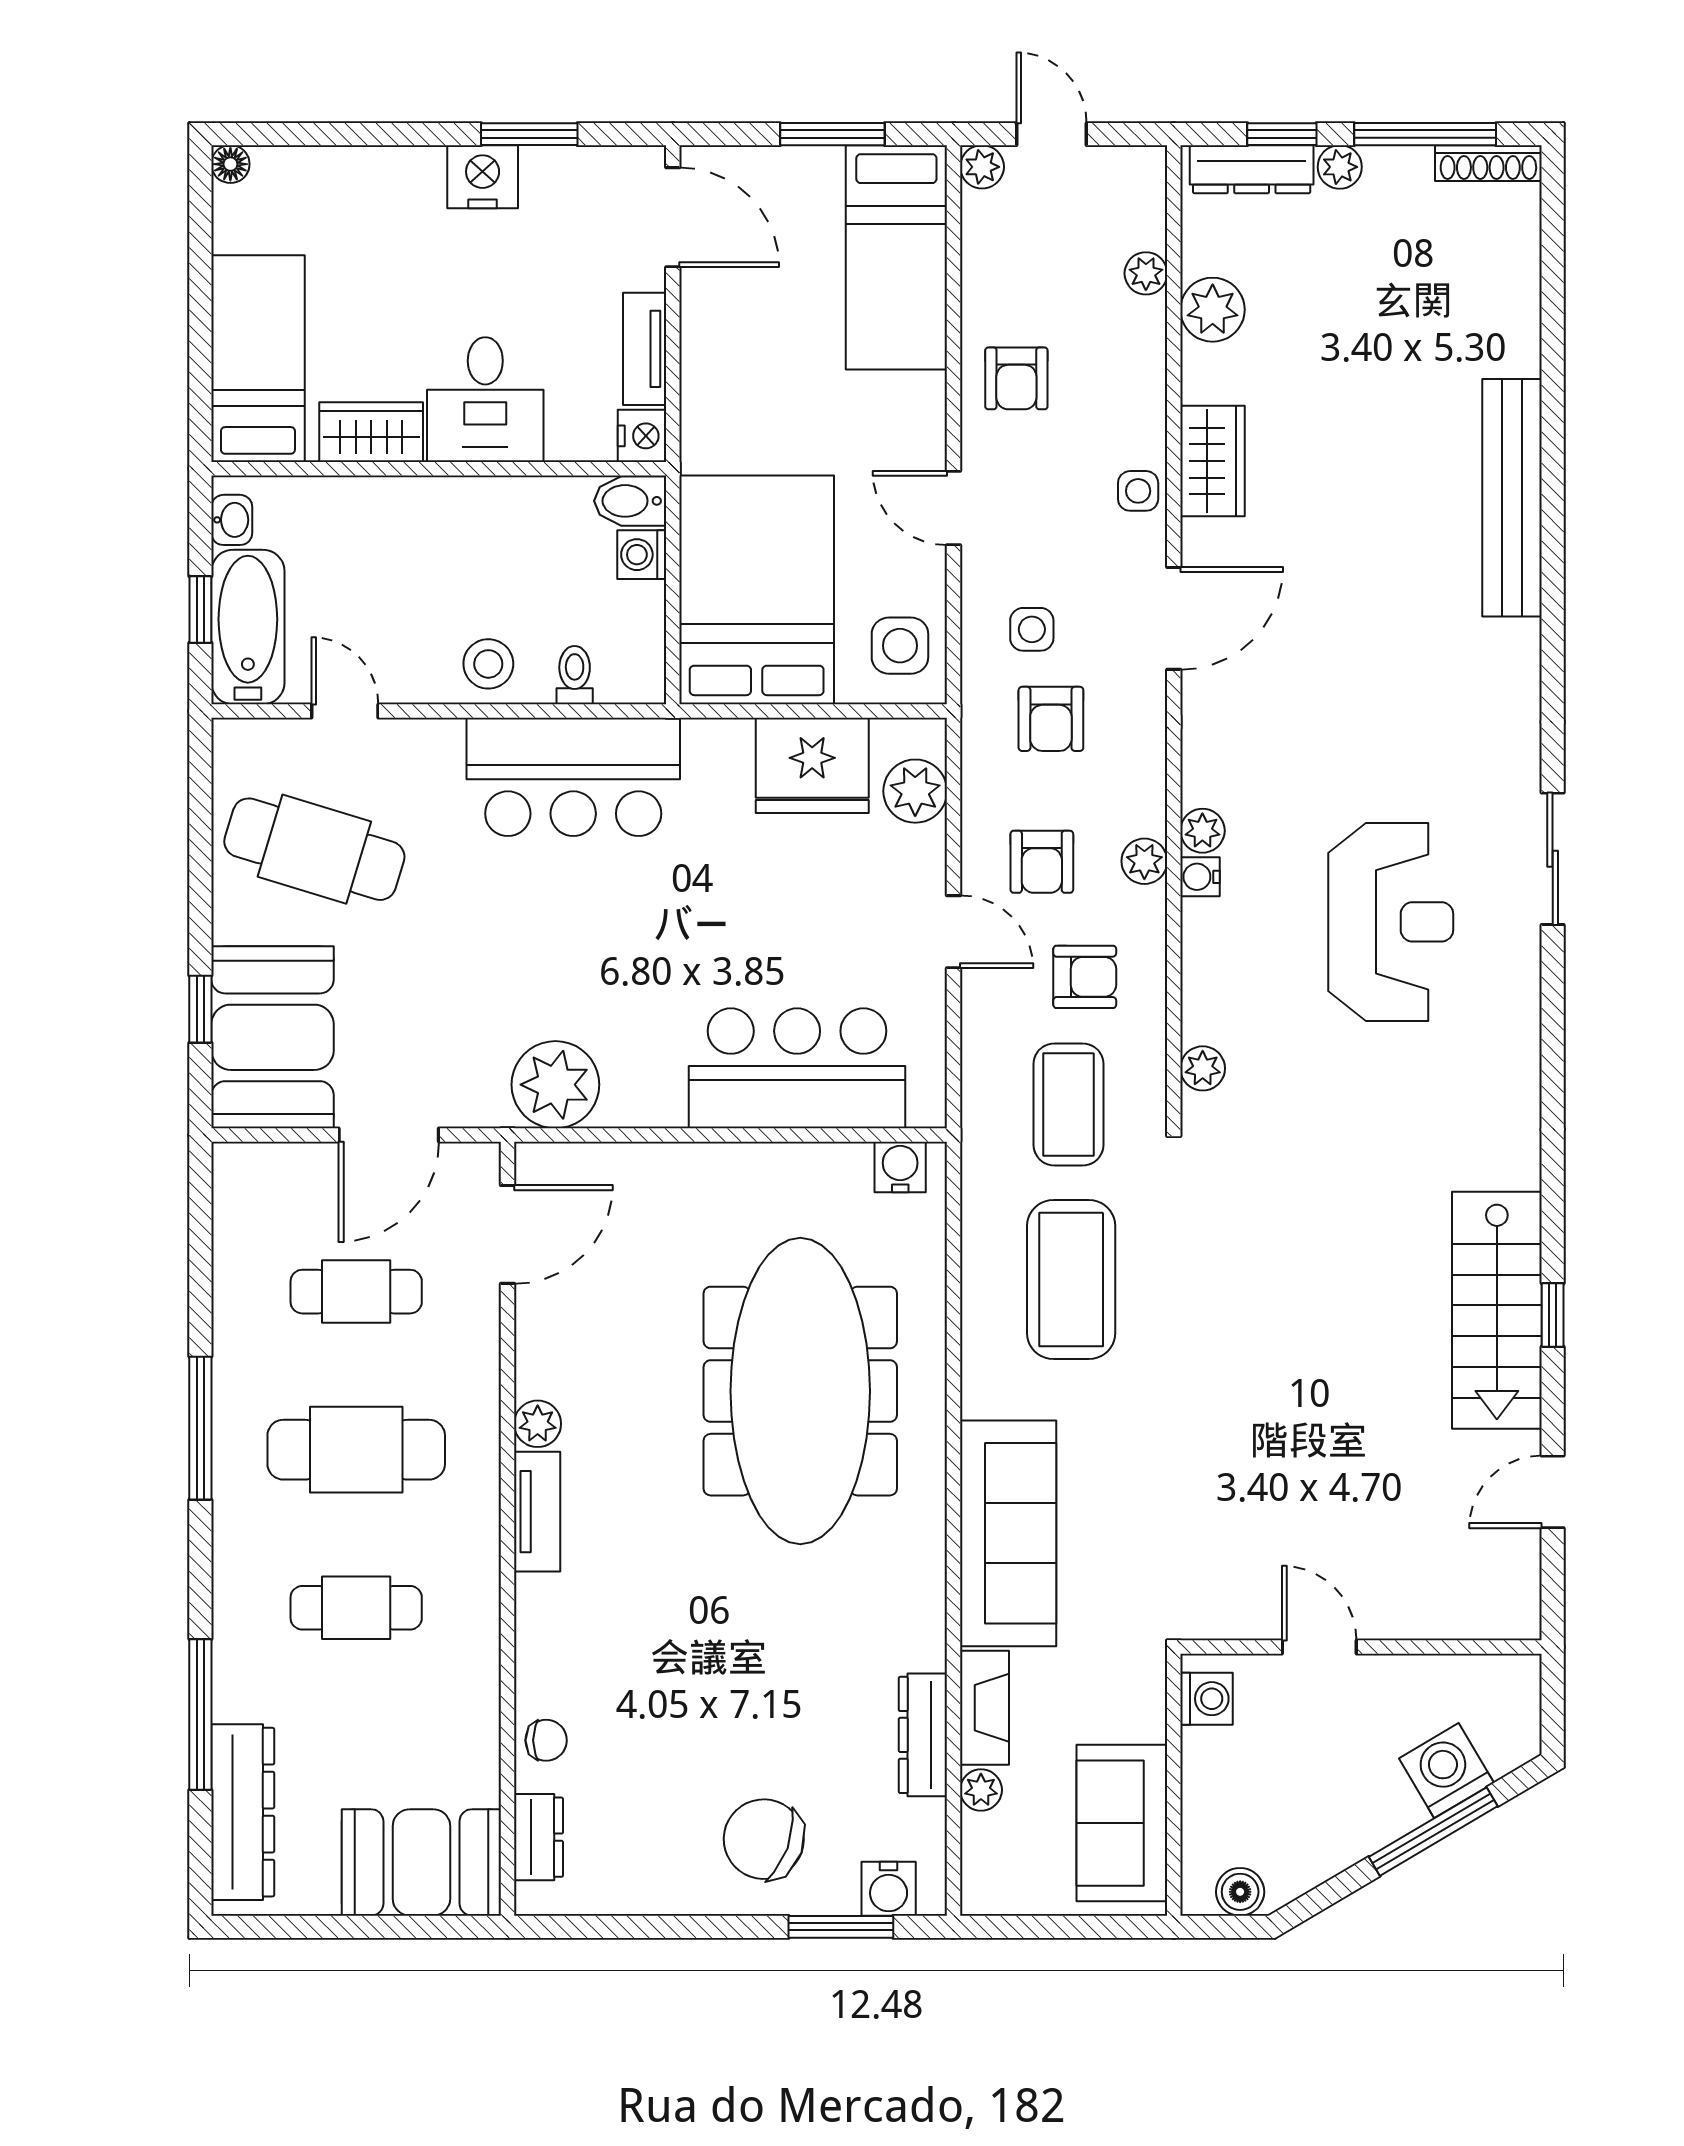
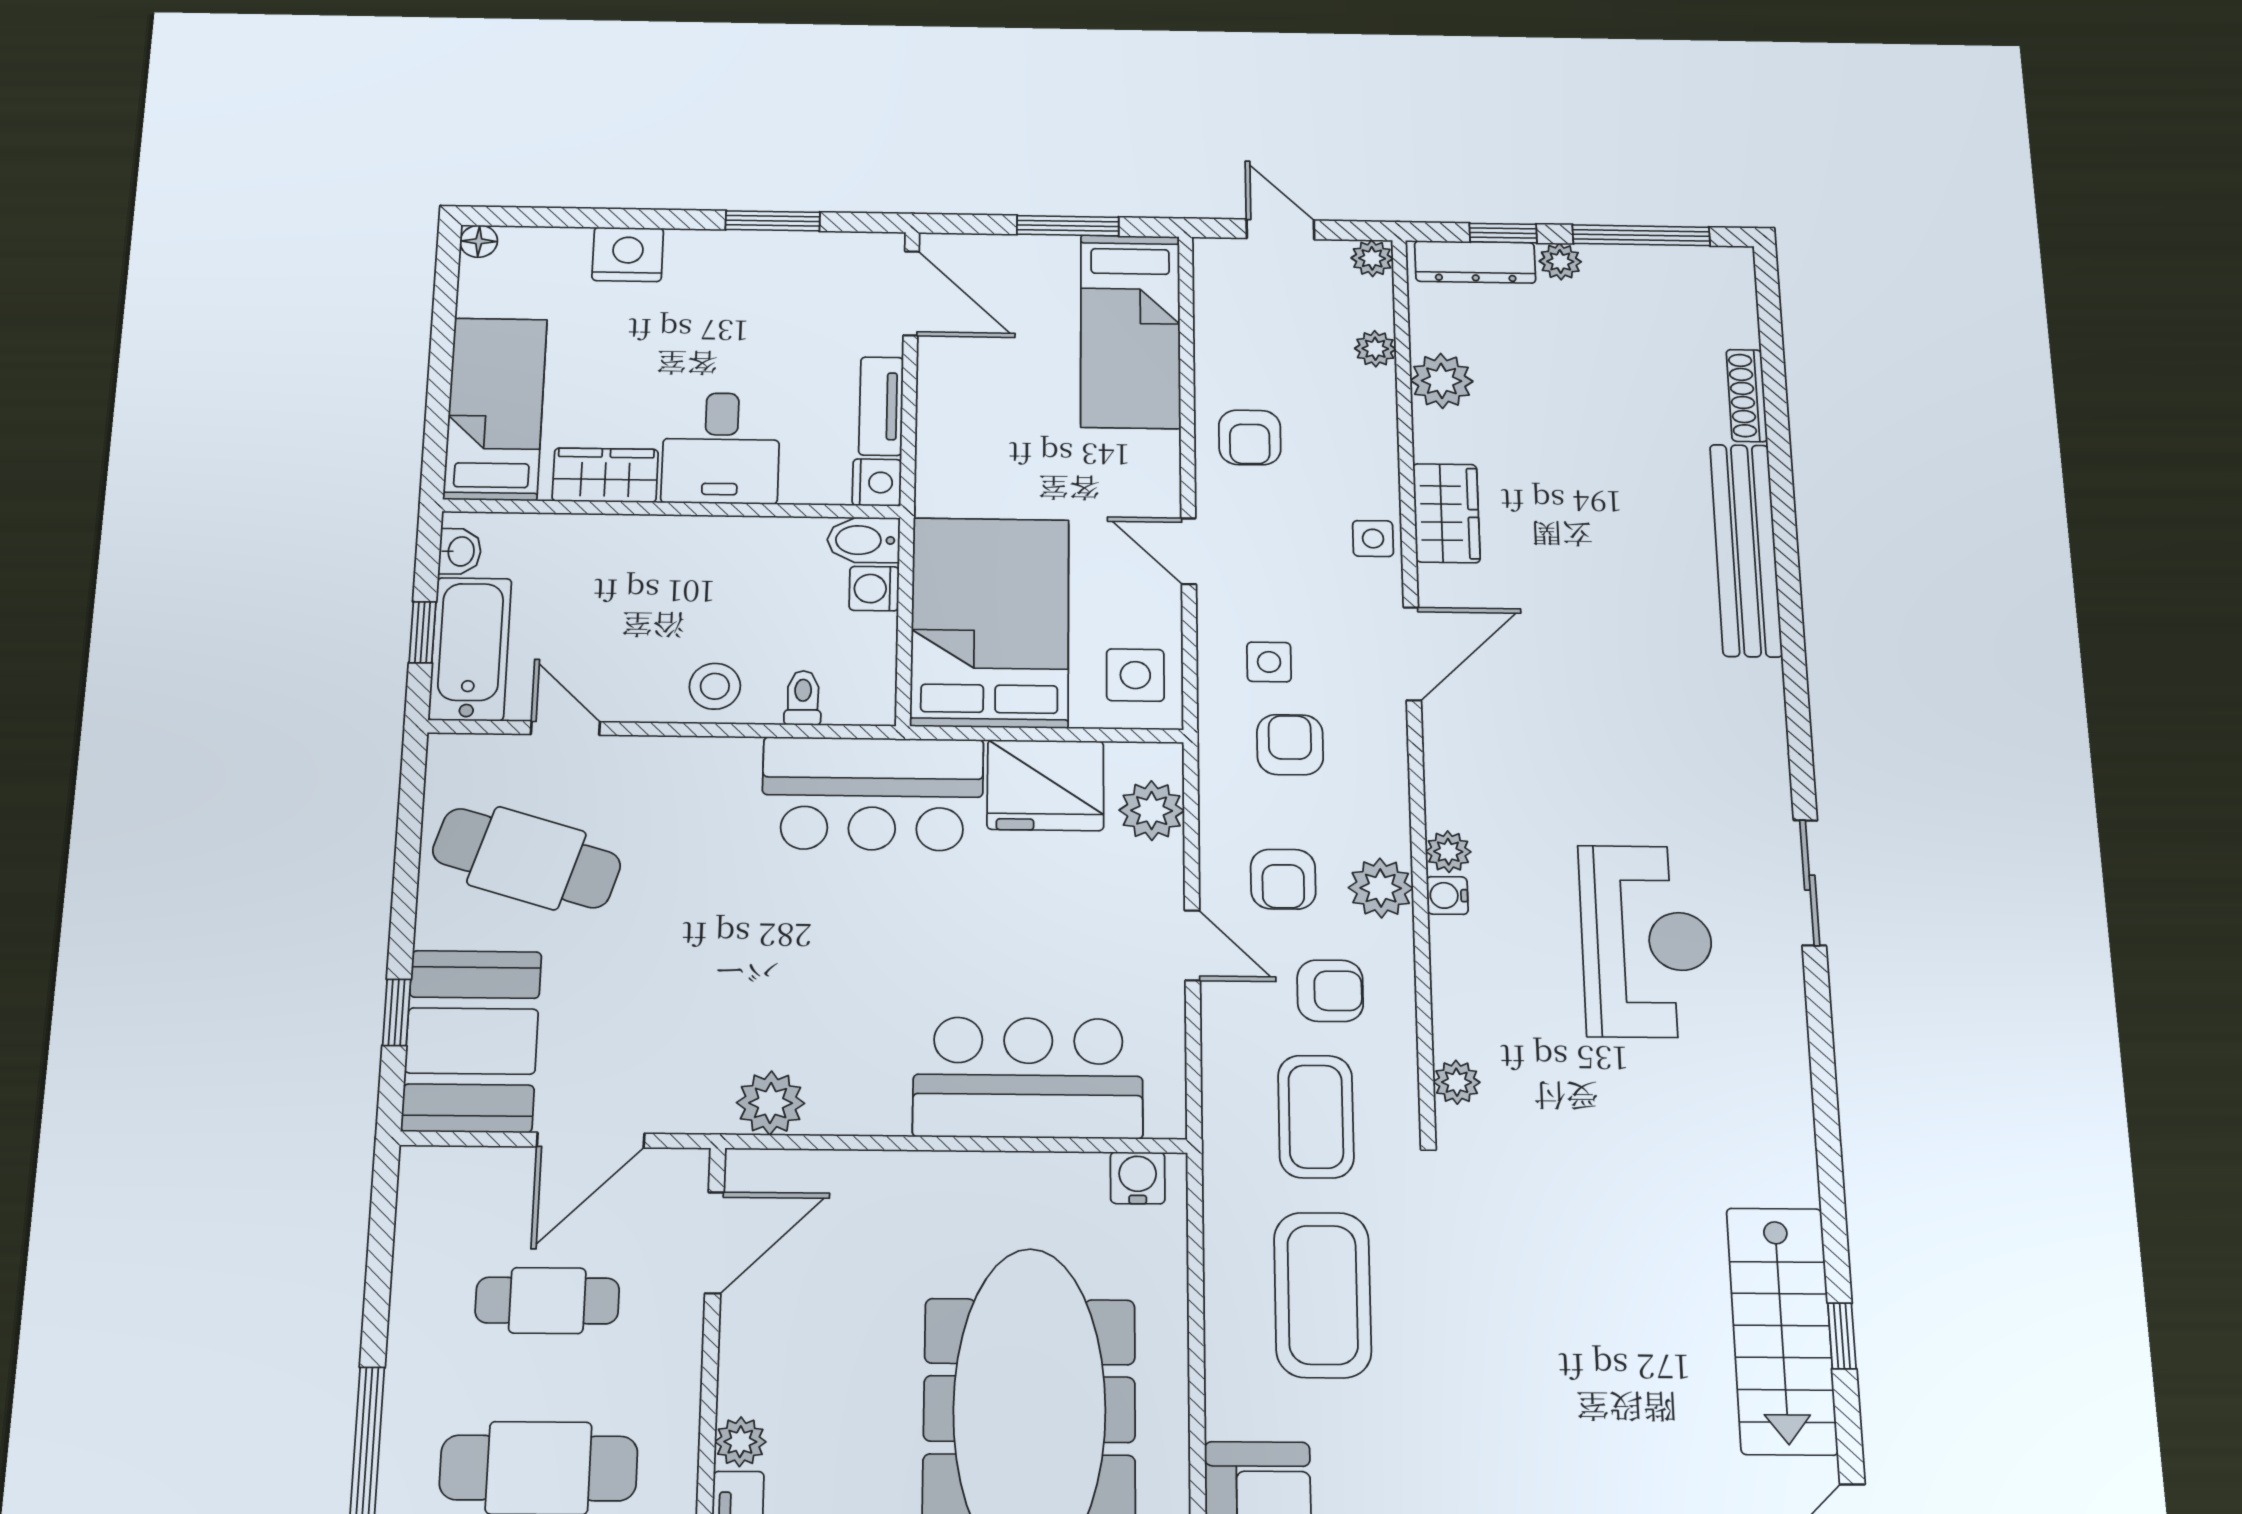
shoe rack: (1488, 163) -> (1747, 395), moved, turned 90
plant: (982, 167) -> (1372, 258), moved
nightstand: (483, 177) -> (628, 254), moved
armchair: (1051, 719) -> (1290, 745), turned 180
bar counter: (573, 777) -> (873, 794), moved
plant: (1144, 861) -> (1381, 888), width x1.38, depth x1.38
plant: (555, 1085) -> (771, 1103), width x0.73, depth x0.73

